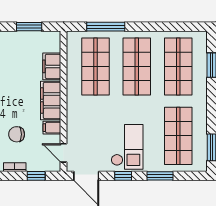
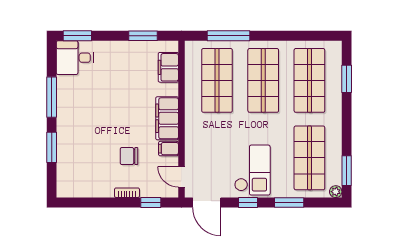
filing cabinet: (52, 66) -> (168, 67), moved
plant: (202, 166) -> (336, 192), added

